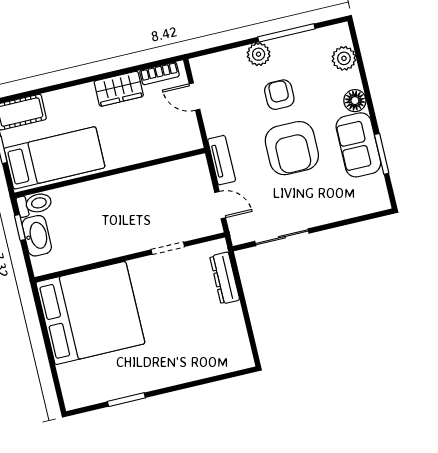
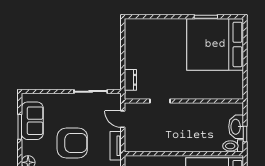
sofa: (358, 145) -> (32, 121), moved
armchair: (292, 148) -> (72, 143), turned 90
dresser: (225, 278) -> (130, 80), width x0.70
bed: (90, 313) -> (215, 44), moved

